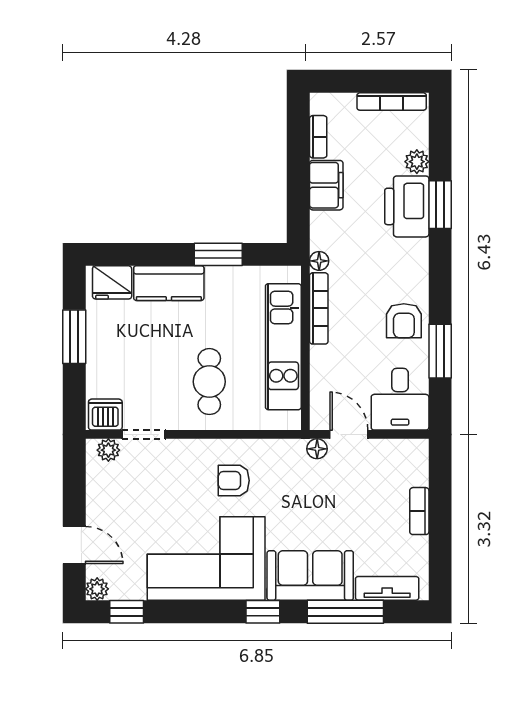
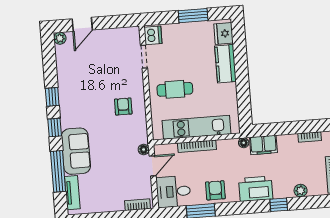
filing cabinet: (326, 185) -> (263, 145), moved
window: (440, 205) -> (279, 205), width x0.67
printer: (407, 206) -> (256, 189), moved
window: (218, 254) -> (243, 89), removed
bookcase: (319, 308) -> (197, 146), moved
armchair: (404, 321) -> (215, 190), turned 90
plant: (108, 450) -> (134, 39), removed
bookcase: (419, 511) -> (137, 205), moved
corner sofa: (206, 558) -> (81, 95), removed
window: (127, 612) -> (52, 97), moved

